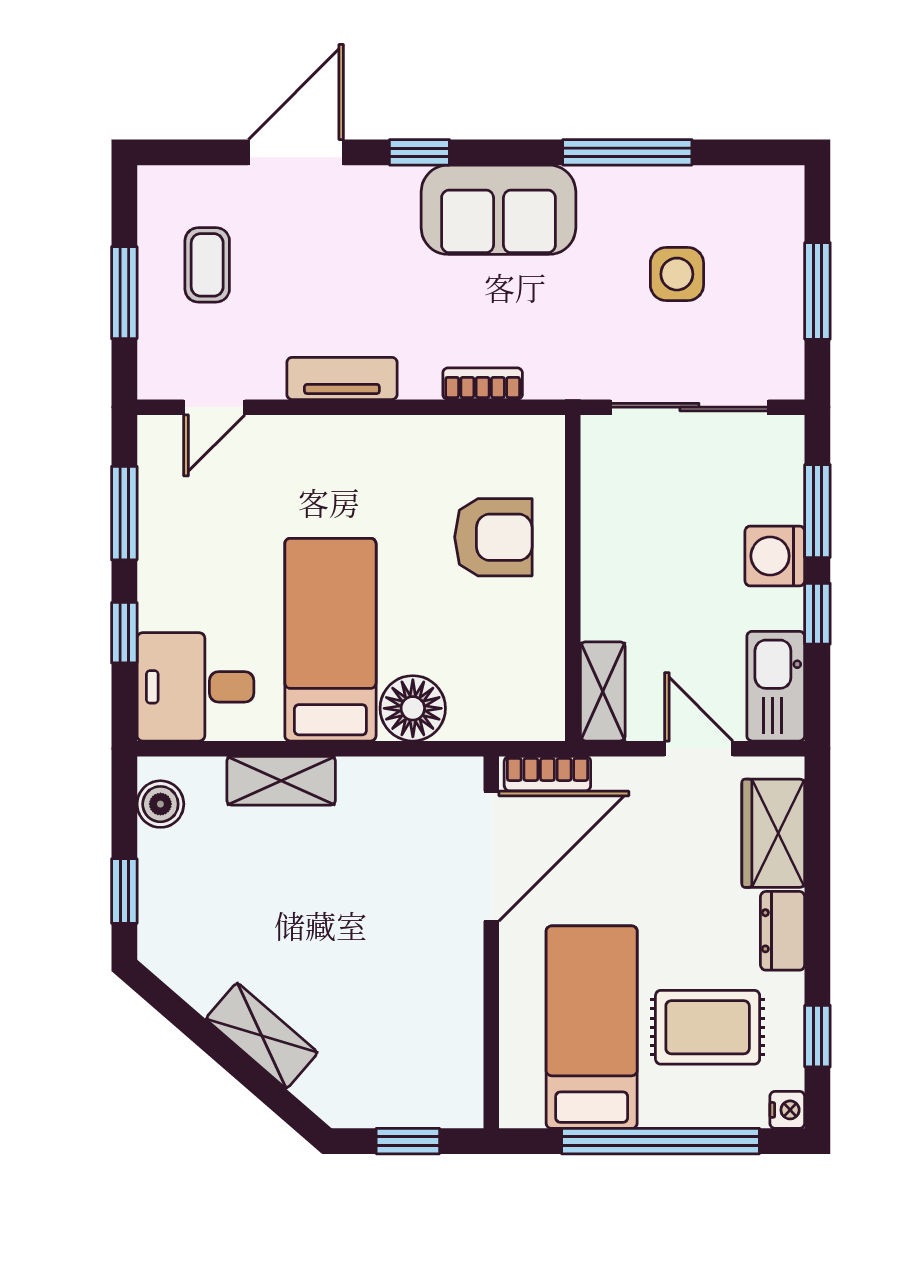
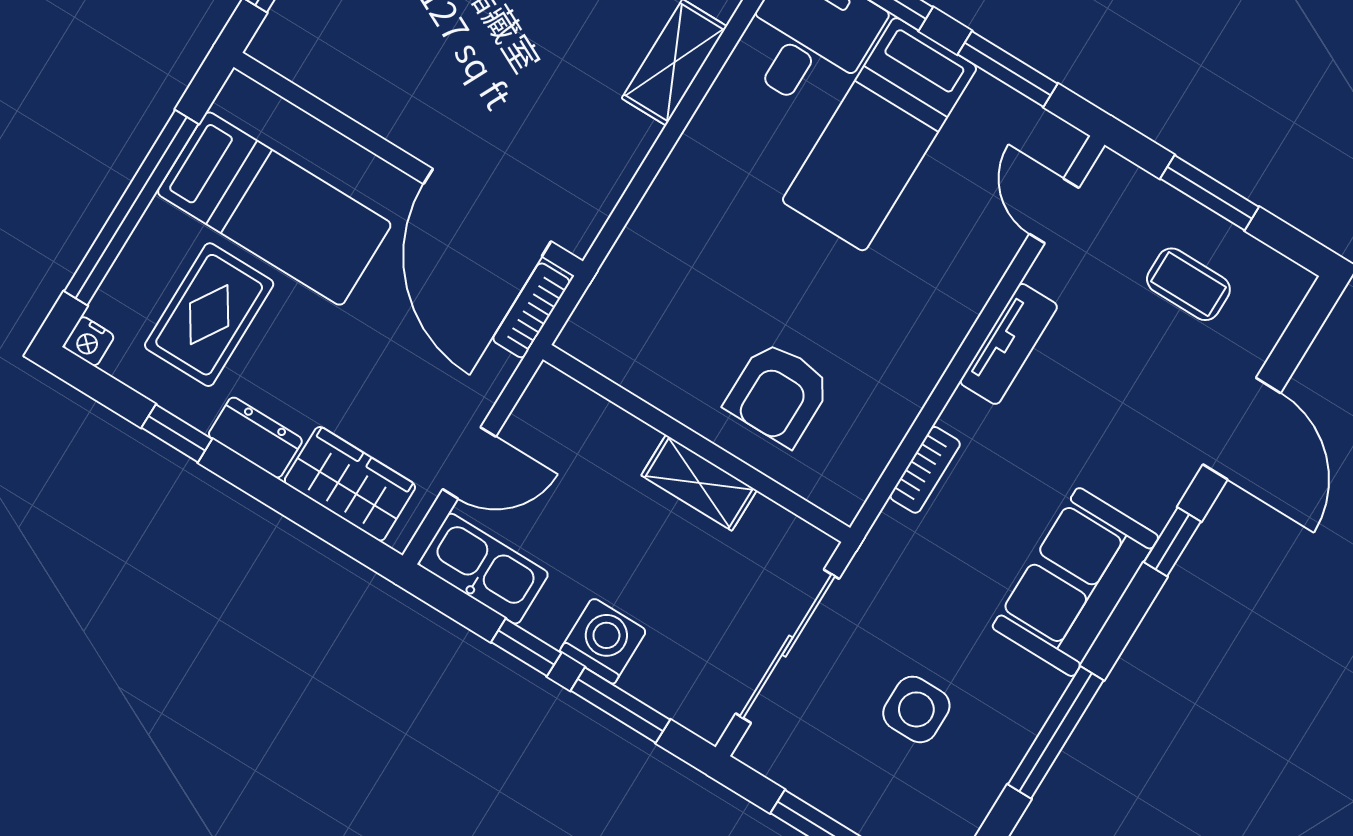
bed: (330, 640) -> (879, 134), moved, turned 90
shelving: (603, 691) -> (699, 483), moved
floor lamp: (413, 708) -> (667, 224), removed
window: (817, 1036) -> (177, 433), moved

